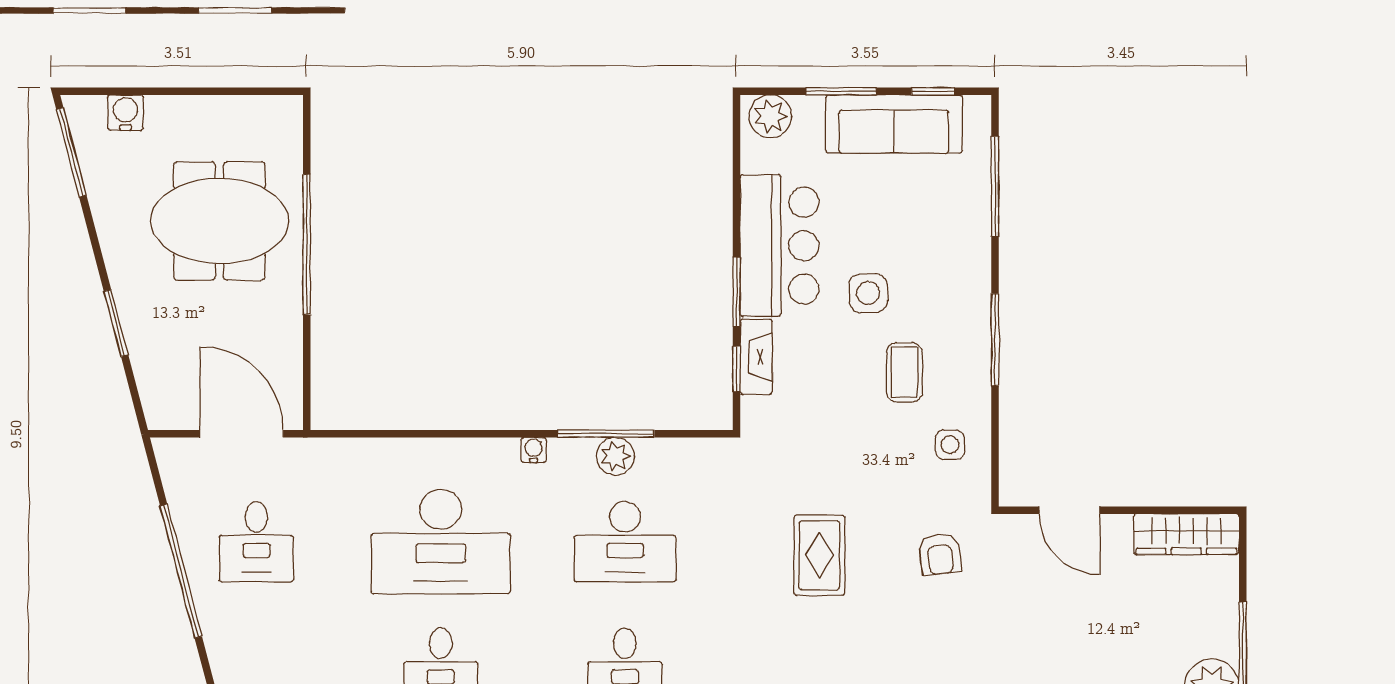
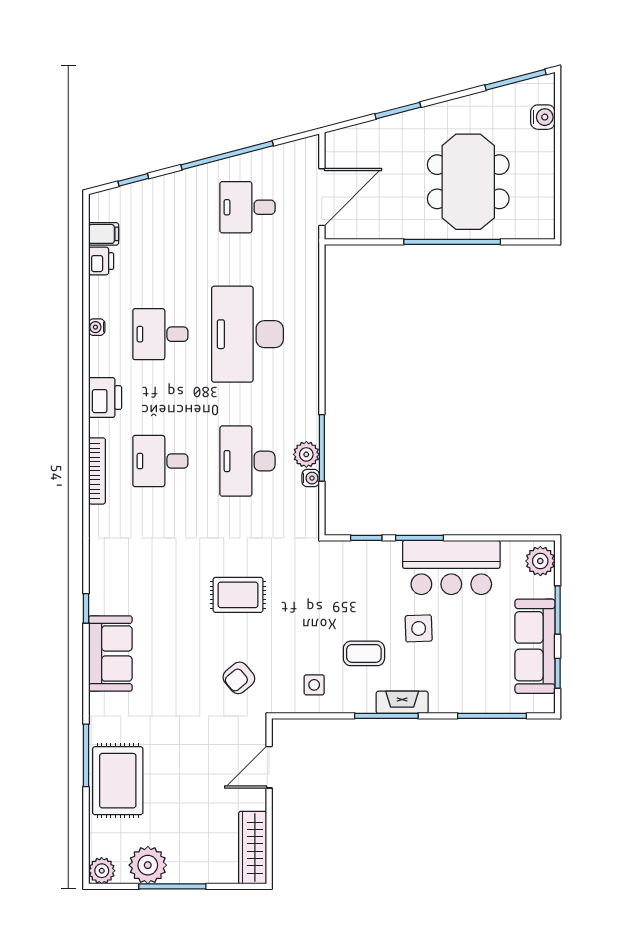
fireplace: (756, 357) -> (402, 702), moved, turned 180
water cooler: (534, 450) -> (311, 478), moved
armchair: (940, 554) -> (239, 678), turned -33

